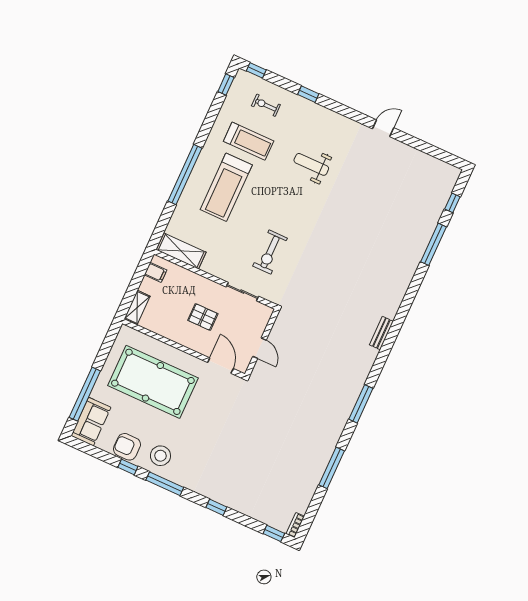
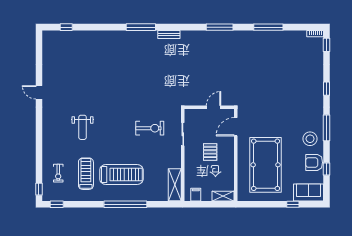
window: (308, 94) -> (39, 150), removed
window: (434, 244) -> (141, 27), moved
window: (85, 394) -> (293, 204), width x0.32
armchair: (127, 447) -> (314, 162), turned 90
window: (128, 467) -> (327, 169), moved

